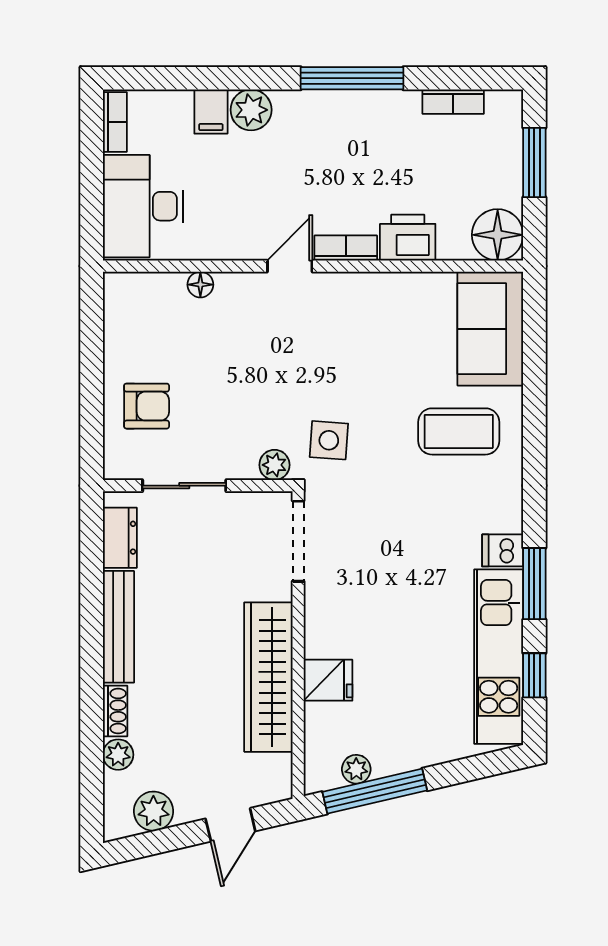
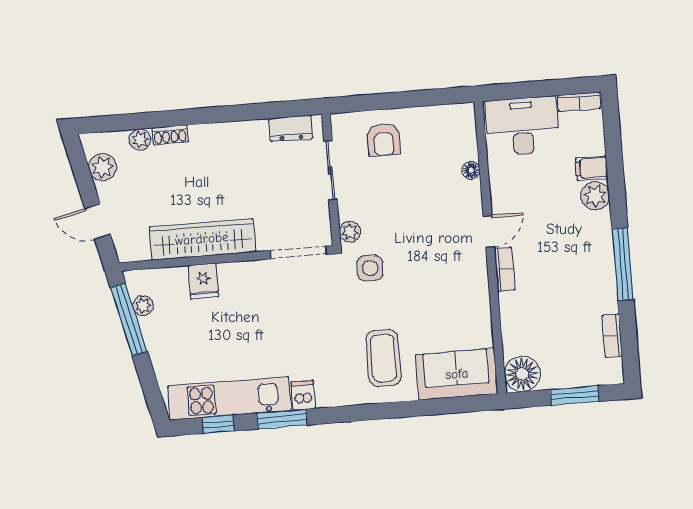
printer: (408, 238) -> (515, 312), removed
door: (290, 266) -> (489, 231), hinge flipped
bench: (118, 627) -> (229, 133), removed

